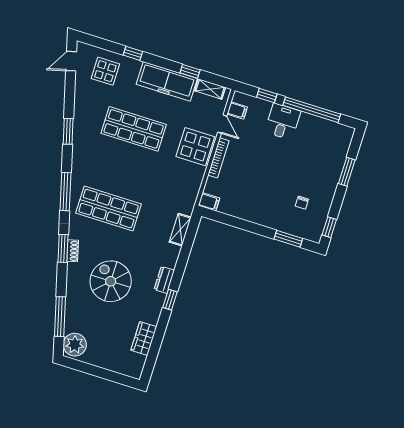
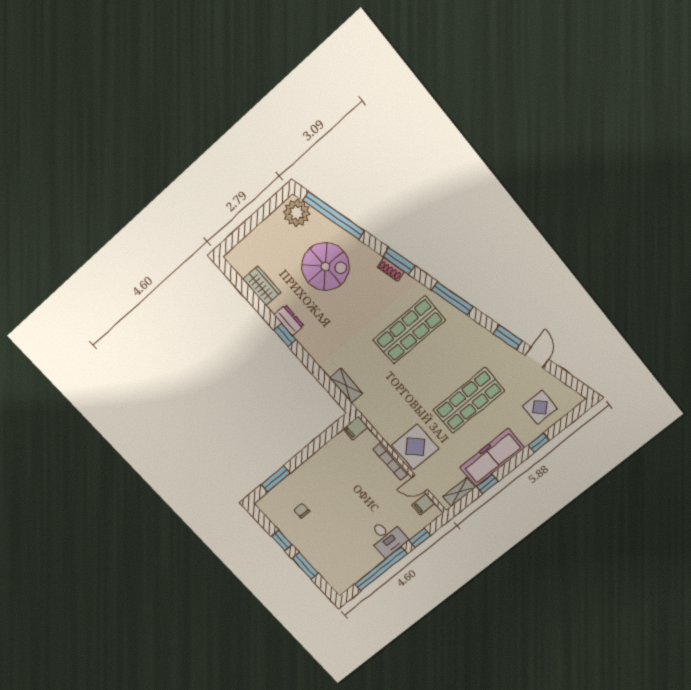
door: (71, 61) -> (537, 358), moved
window: (329, 227) -> (282, 540), moved
dresser: (164, 280) -> (289, 320), moved
spiral stairs: (111, 281) -> (325, 267), moved
window: (60, 317) -> (334, 216), width x1.46

